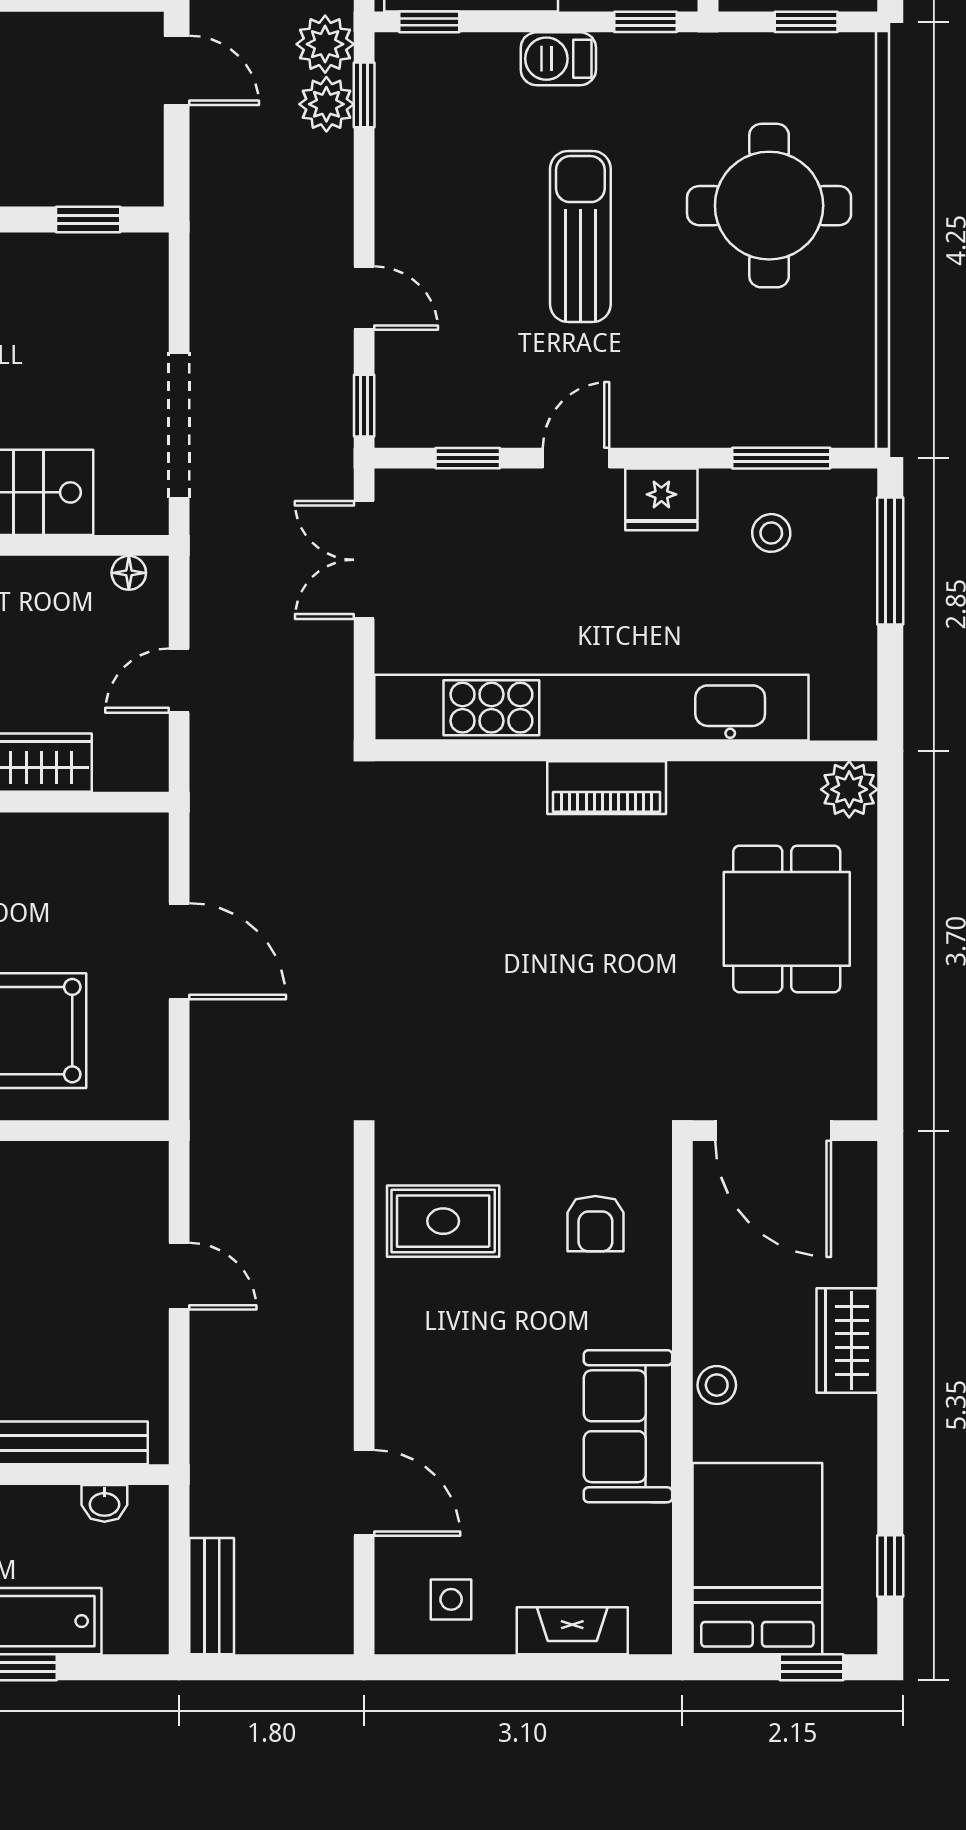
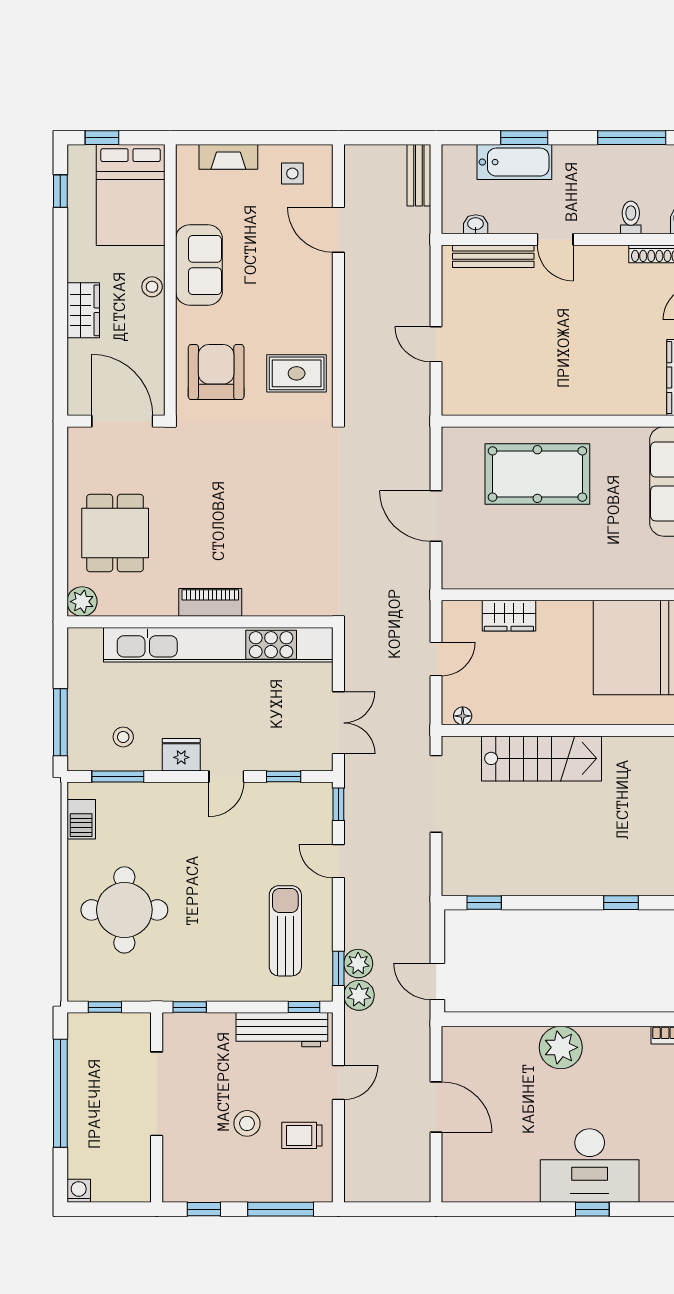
barbecue: (558, 59) -> (81, 819), moved, turned 90
sun lounger: (580, 237) -> (285, 931), moved, turned 180
armchair: (595, 1224) -> (216, 372), width x1.88, depth x1.88

